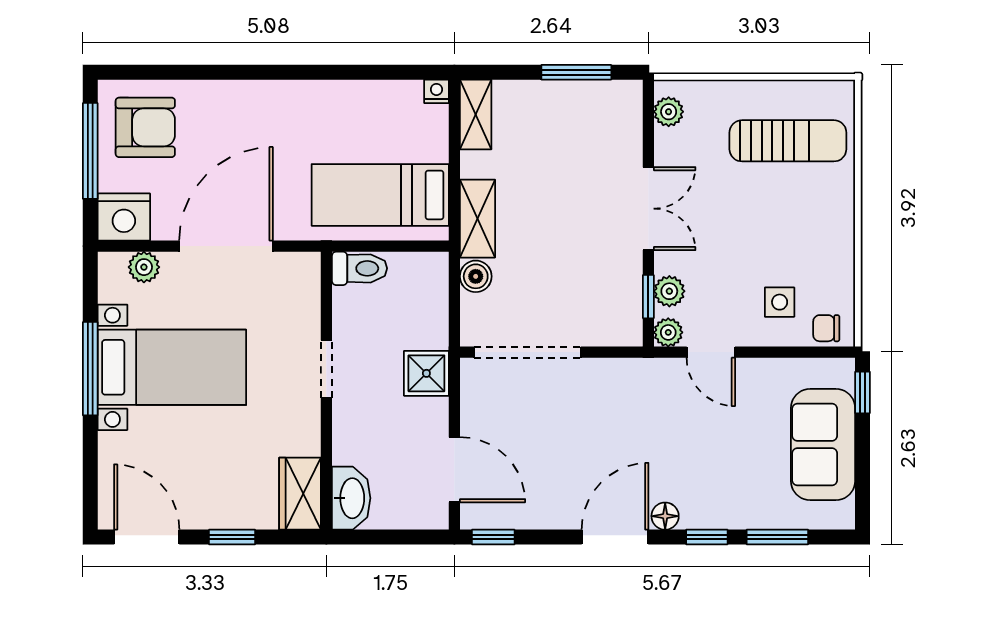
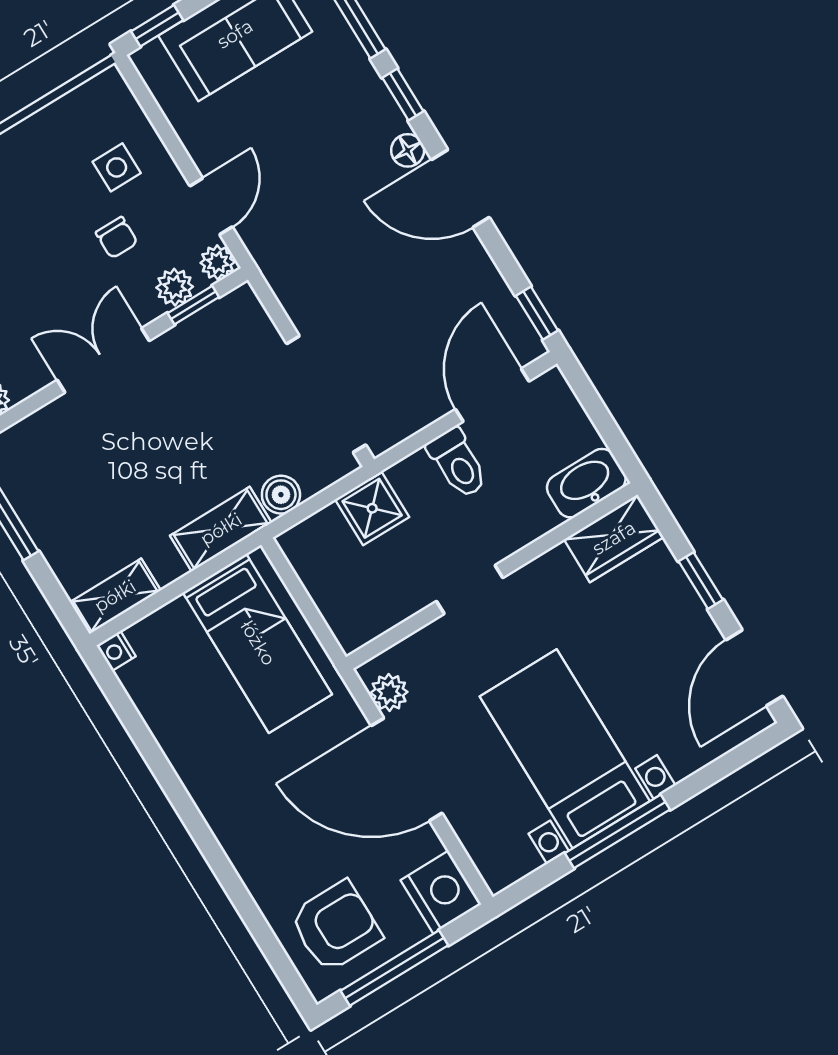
armchair: (145, 127) -> (336, 926), turned 90
plant: (144, 267) -> (389, 692), moved
toilet: (359, 268) -> (458, 463), moved, turned 180
chair: (826, 328) -> (117, 238), moved
shower: (426, 373) -> (372, 508), moved

